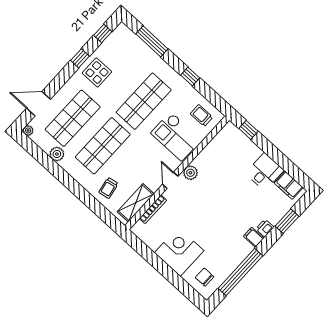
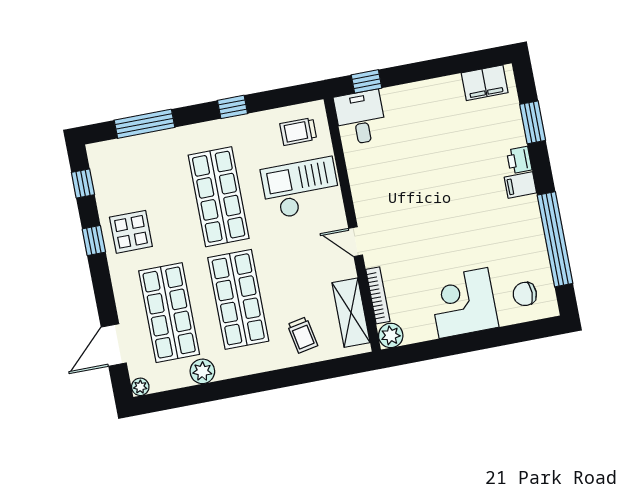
checkout: (176, 136) -> (301, 188), turned 180
desk: (265, 172) -> (360, 118), moved
plant: (190, 173) -> (391, 335), moved

